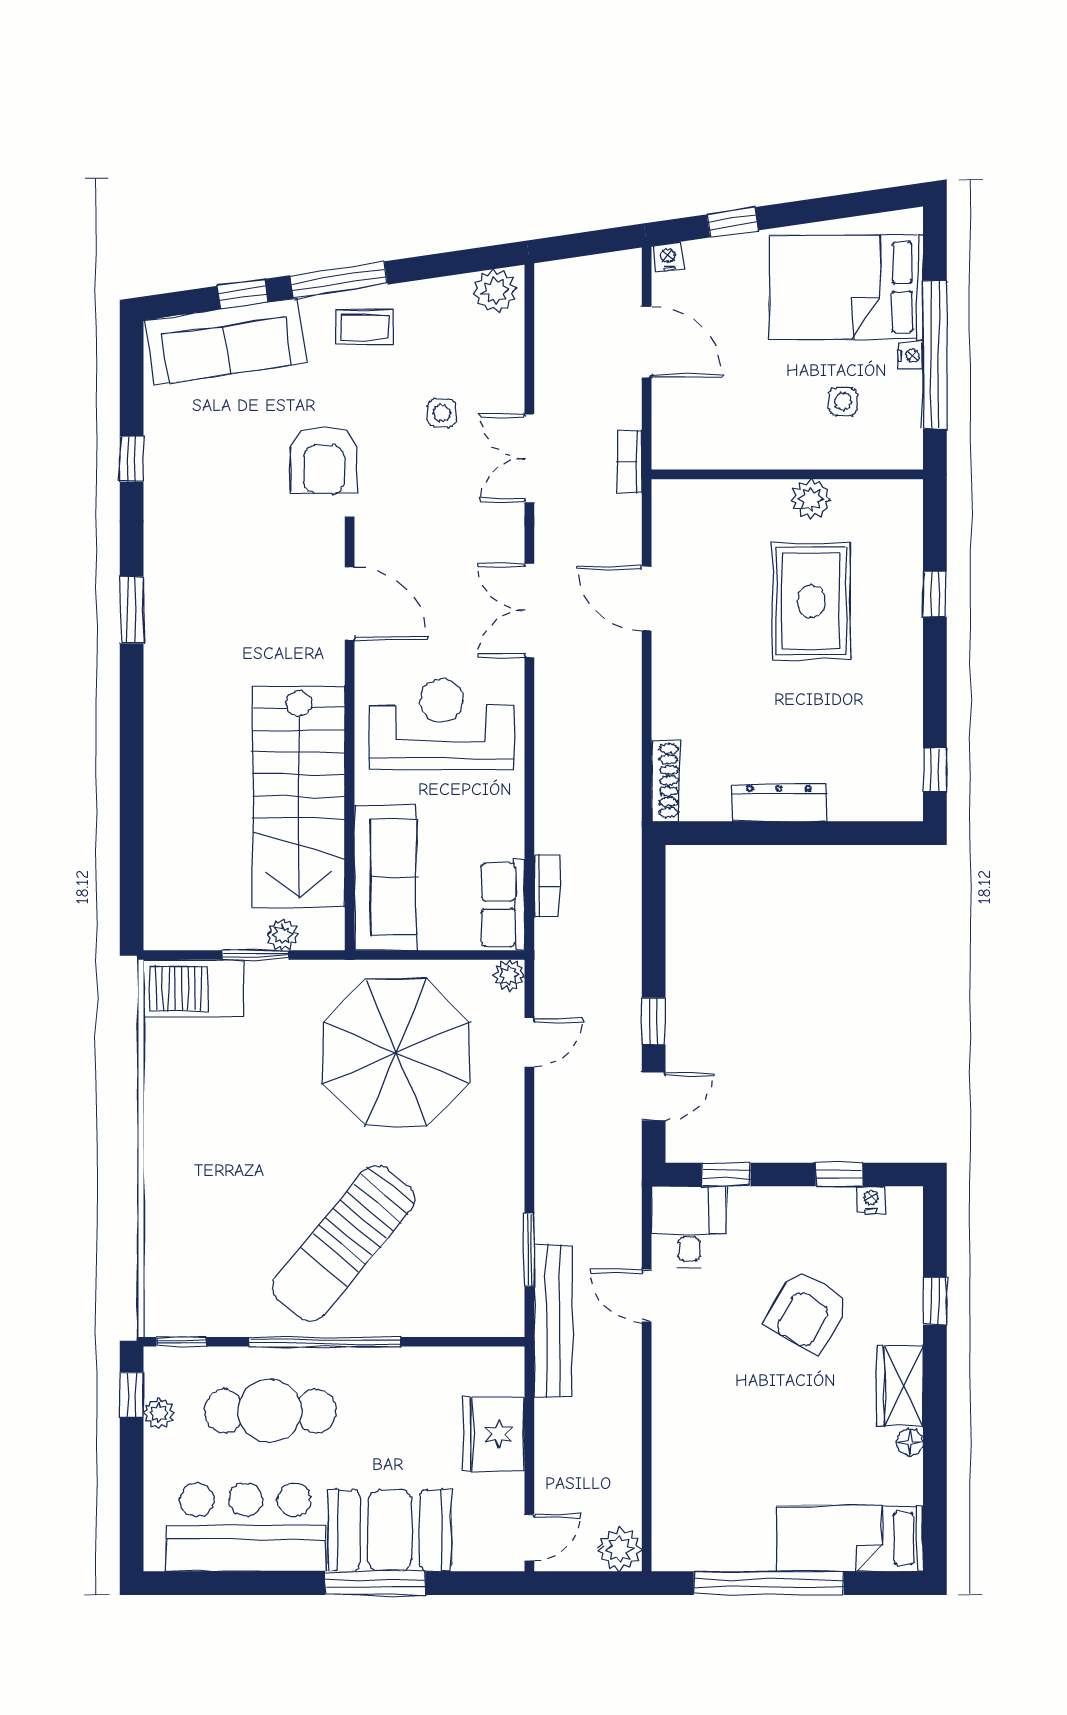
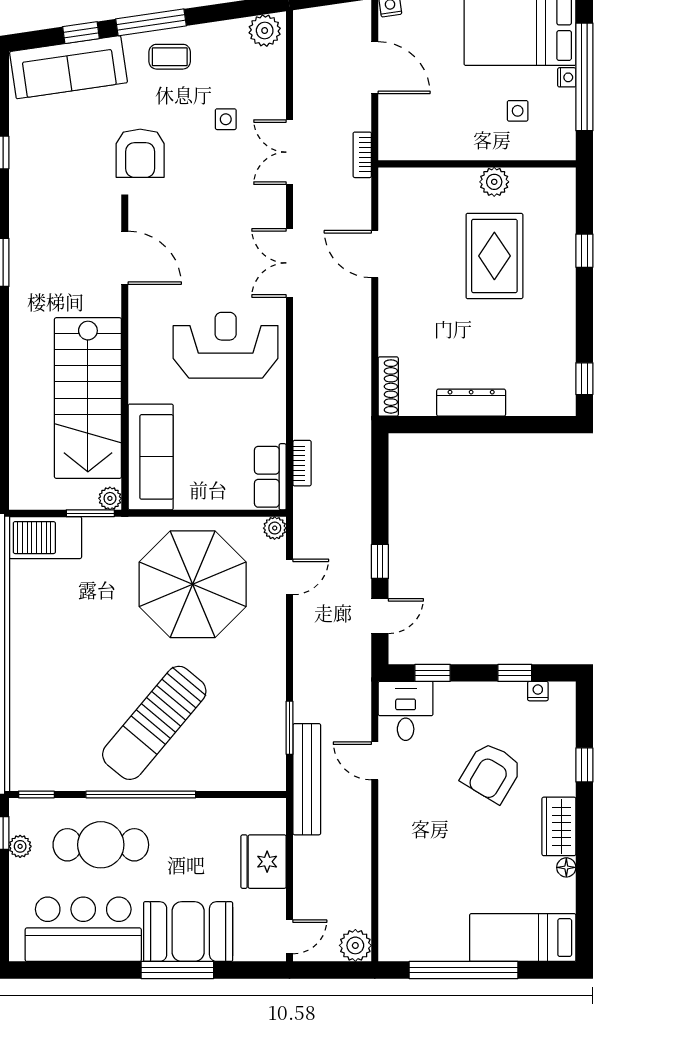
door: (350, 604) -> (125, 258), moved
wall: (350, 738) -> (125, 356), moved
stairs: (299, 796) -> (88, 398), moved
sofa: (385, 877) -> (151, 457), moved

